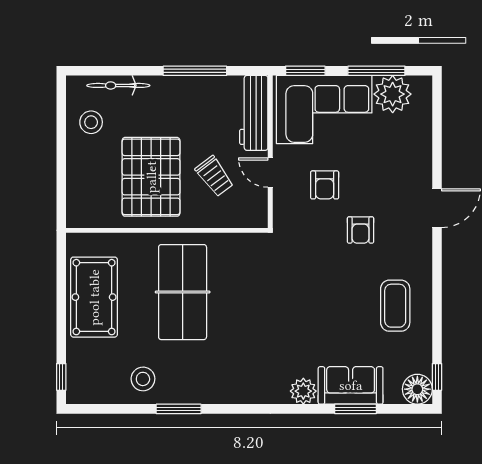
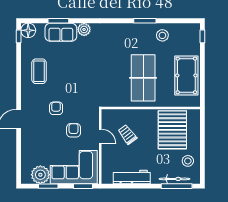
window: (195, 71) -> (177, 186), moved
window: (376, 71) -> (48, 186), width x0.69
workbench: (254, 113) -> (132, 177), moved, turned -90
pallet: (151, 177) -> (172, 130), moved

